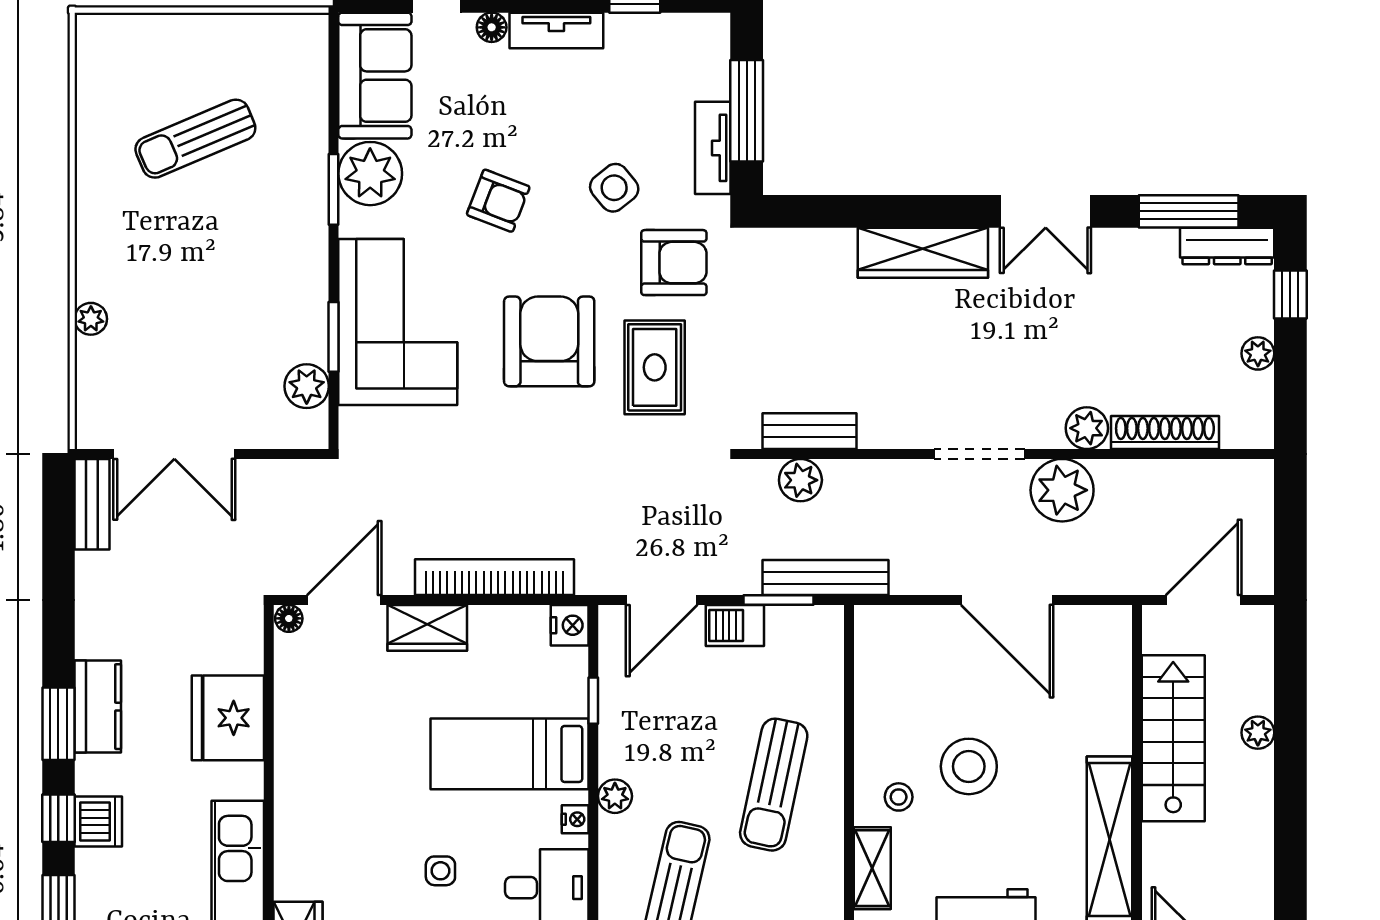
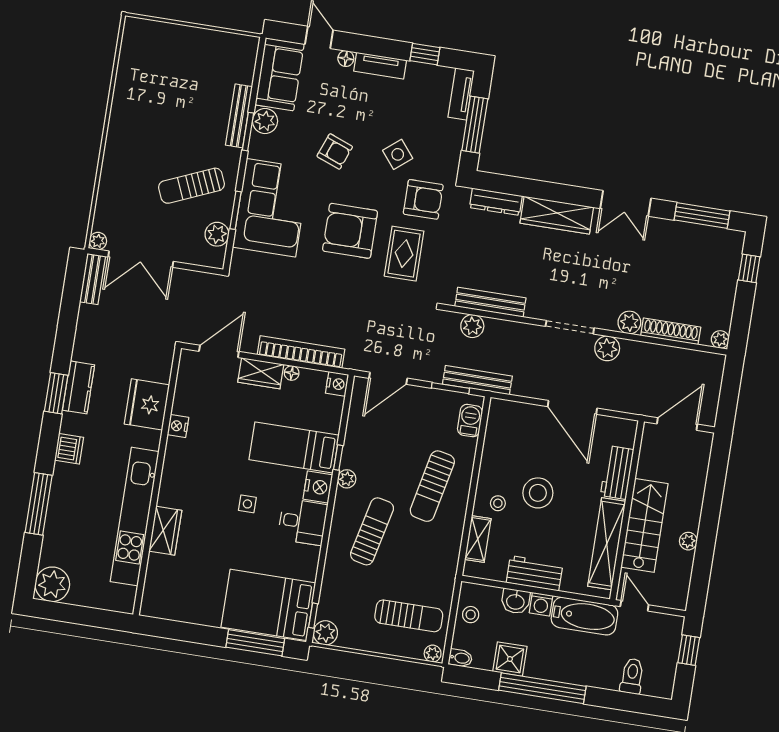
sun lounger: (195, 139) -> (191, 186), moved
tv unit: (713, 148) -> (461, 94), moved
bench: (313, 163) -> (239, 116), added
plant: (370, 174) -> (265, 121), width x0.73, depth x0.73
dresser: (1227, 246) -> (496, 202), moved
plant: (91, 319) -> (98, 241), moved
armchair: (549, 341) -> (350, 231), turned -90
plant: (1258, 353) -> (720, 339), moved
bench: (809, 431) -> (490, 302), width x1.36
plant: (1062, 490) -> (607, 348), width x0.73, depth x0.73
floor lamp: (289, 618) -> (292, 373), moved
barbecue: (735, 625) -> (470, 421), moved, turned 90
window: (593, 701) -> (338, 457), moved
workbench: (1108, 706) -> (617, 473), added
plant: (1258, 733) -> (688, 541), moved
stairs: (1173, 738) -> (644, 525), moved
nightstand: (291, 748) -> (178, 426), added
window: (58, 818) -> (48, 444), removed
nightstand: (575, 819) -> (318, 487), width x1.89, depth x1.79

